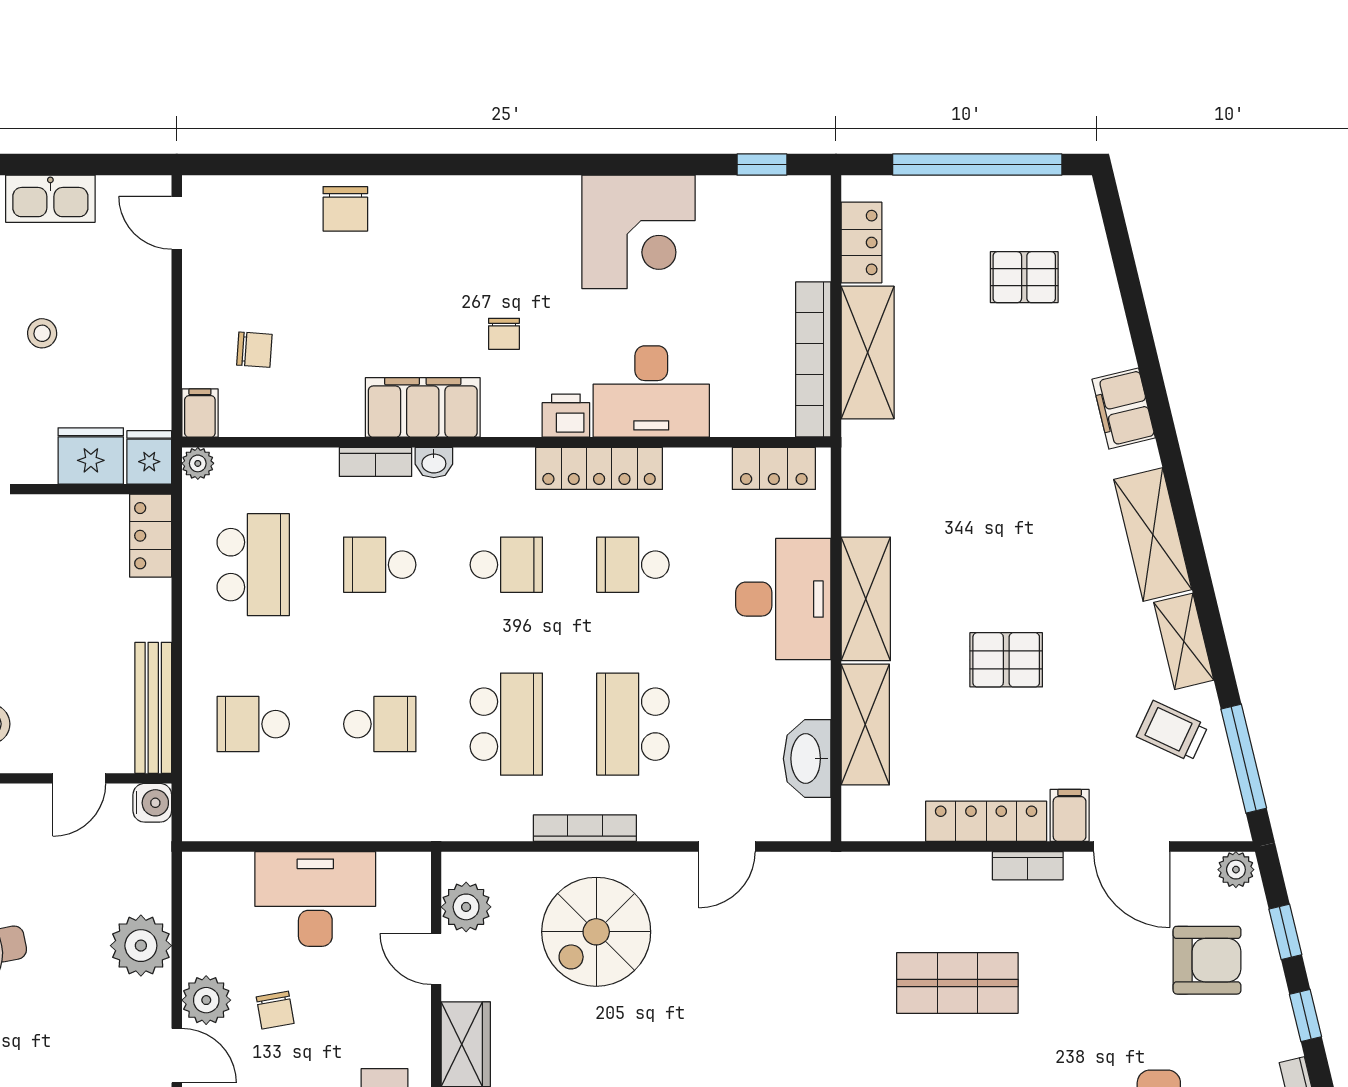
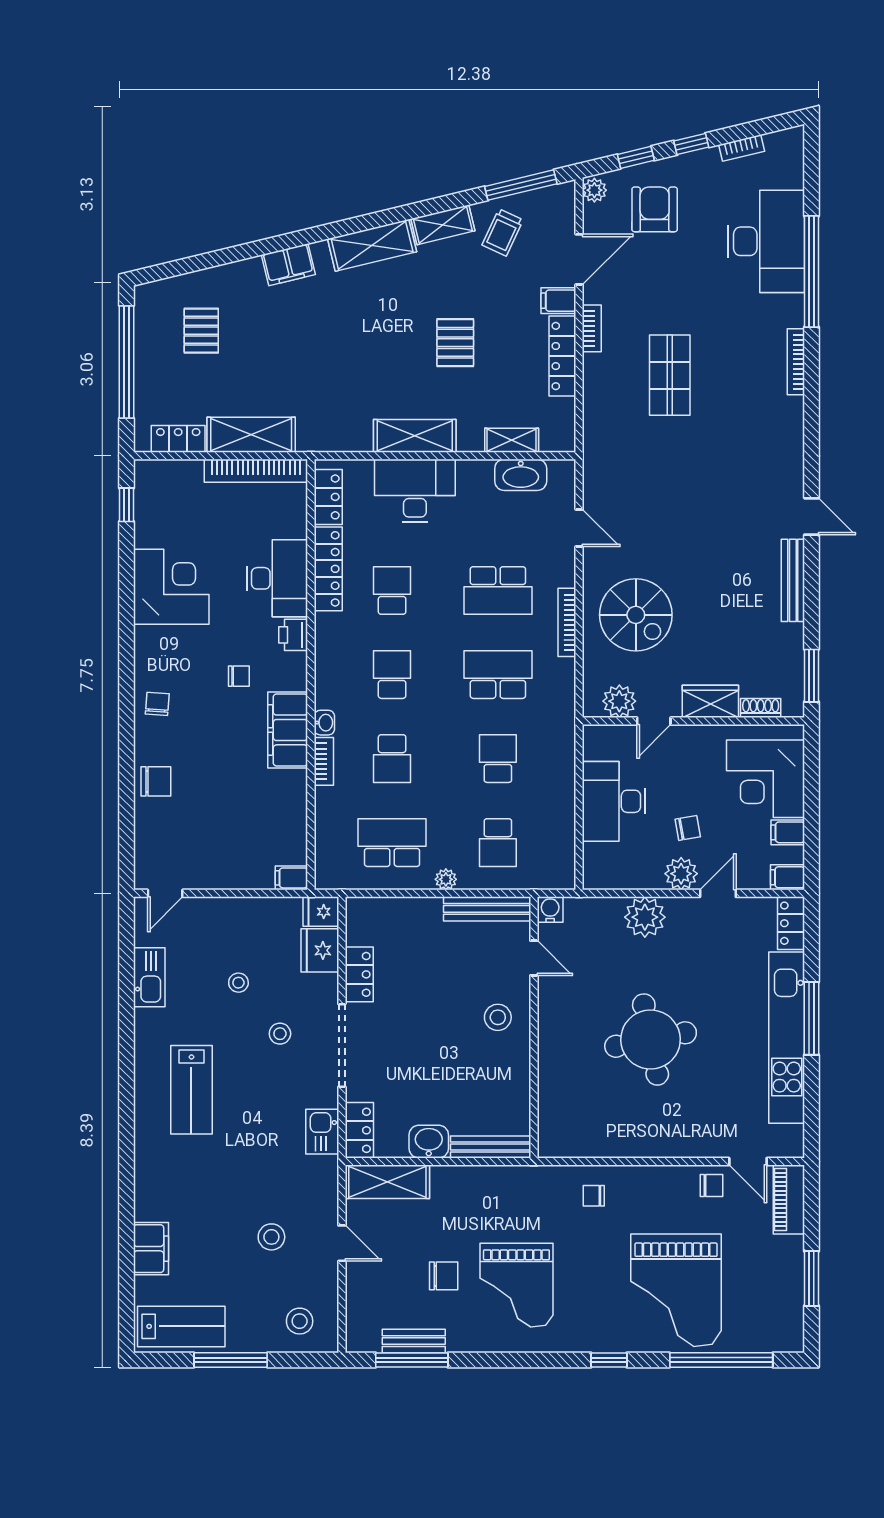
chair: (254, 350) -> (157, 704), moved
plant: (198, 463) -> (446, 879), moved
locker: (599, 468) -> (328, 569), moved
locker: (151, 536) -> (359, 974), moved, turned -90
school desk: (633, 565) -> (392, 591), turned 180
shelving: (865, 724) -> (512, 440), width x0.67, depth x0.75

